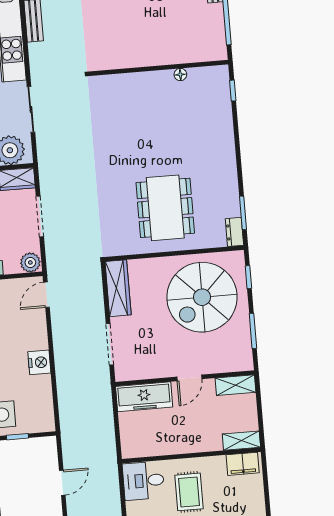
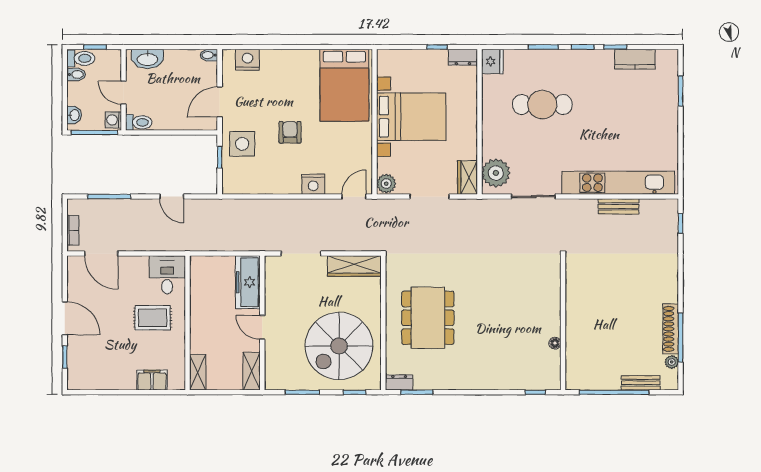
dining table: (165, 208) -> (428, 318), turned 90
door: (46, 295) -> (354, 197), hinge flipped
spiral stairs: (202, 297) -> (339, 346), turned -90
nightstand: (39, 362) -> (313, 184), moved
filing cabinet: (243, 464) -> (152, 380), moved, turned 90

